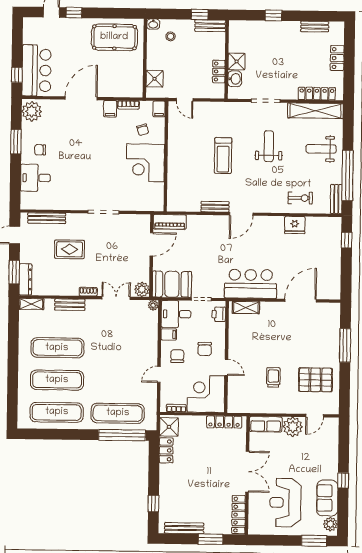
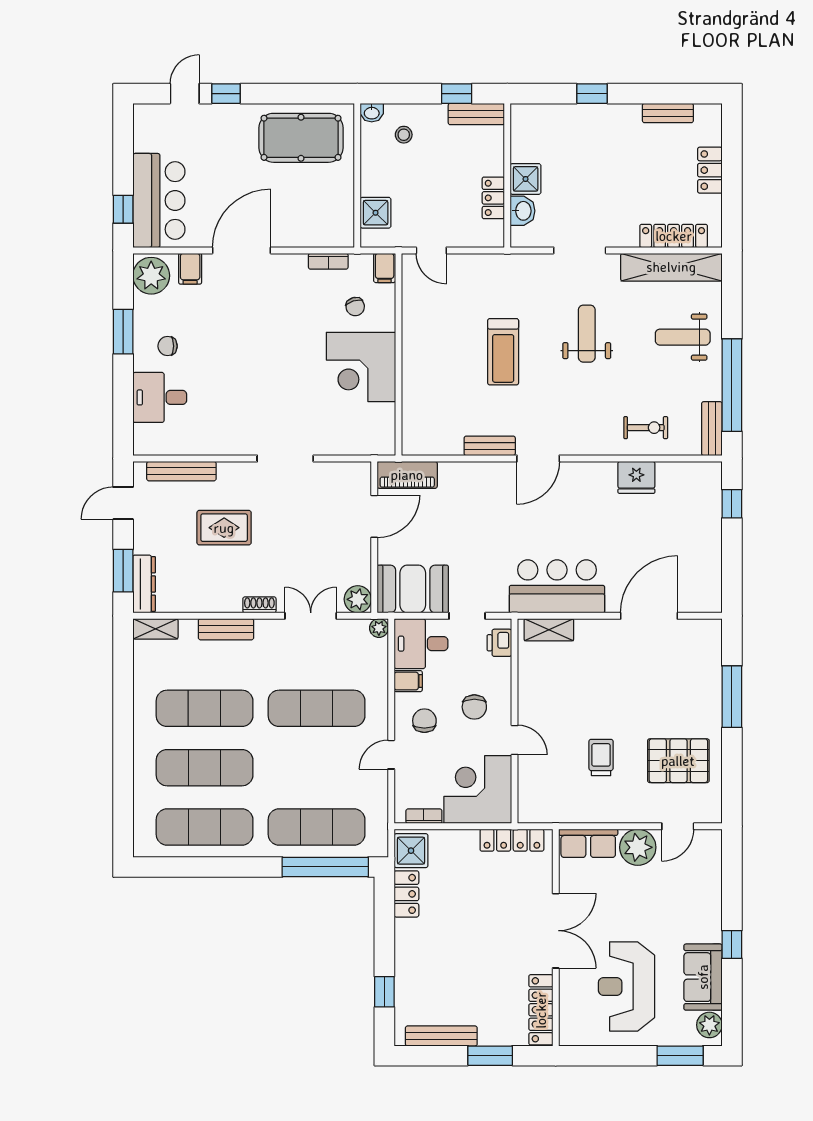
filing cabinet: (110, 109) -> (190, 269), moved
exercise mat: (119, 349) -> (317, 708), added

